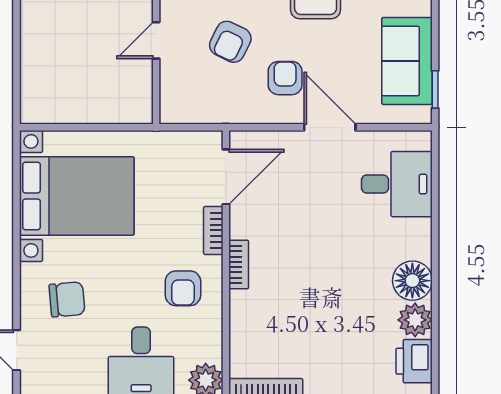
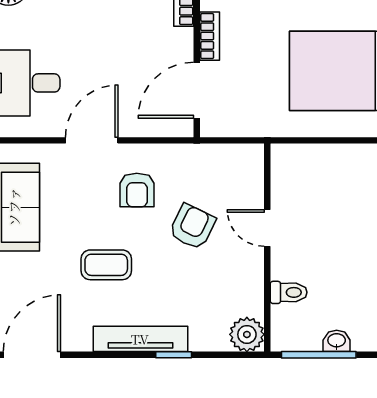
door: (156, 40) -> (267, 228), swing flipped
door: (330, 127) -> (92, 140), swing flipped

